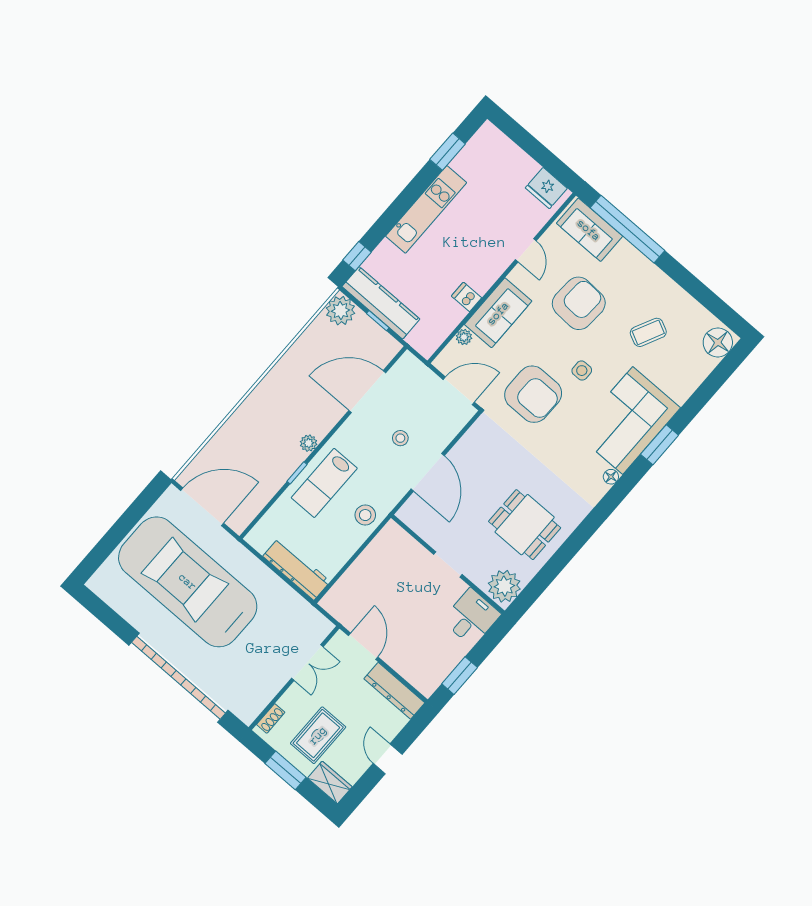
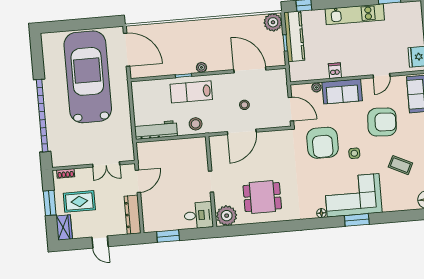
dining table: (525, 525) -> (262, 197), turned 90
workbench: (296, 569) -> (156, 130), moved, turned -90
door: (388, 759) -> (100, 242), swing flipped

